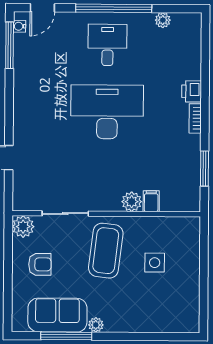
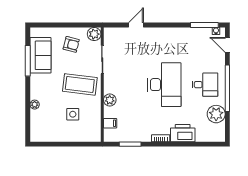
plant: (163, 20) -> (216, 114), width x1.87, depth x1.87
printer: (192, 91) -> (183, 133), width x1.87, depth x1.48
filing cabinet: (151, 201) -> (110, 123), moved
armchair: (40, 264) -> (71, 44), turned -76
plant: (96, 325) -> (35, 105), moved

